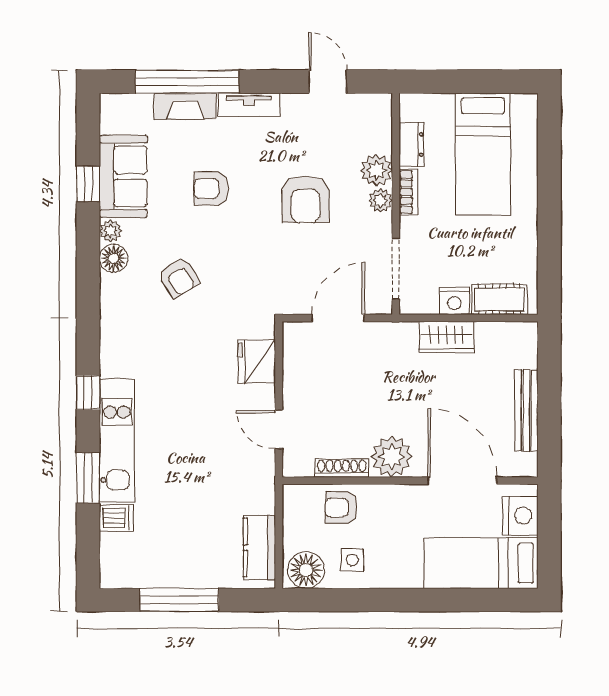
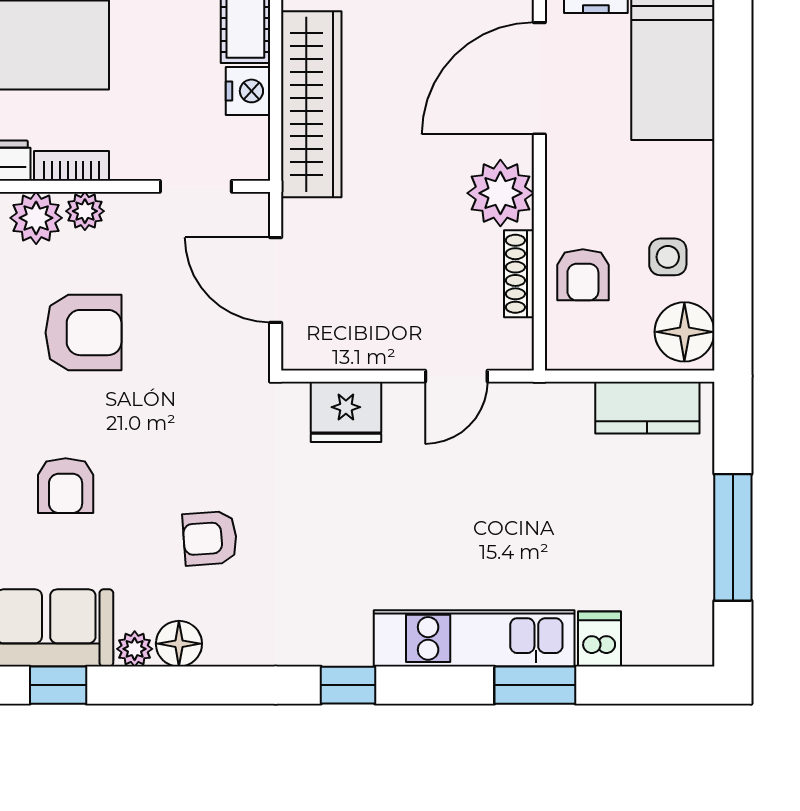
doorway: (396, 269) -> (196, 186), width x0.73
armchair: (179, 277) -> (210, 538), turned -153
wardrobe: (446, 337) -> (311, 104), width x2.10, depth x1.17
window: (88, 393) -> (348, 685), moved

